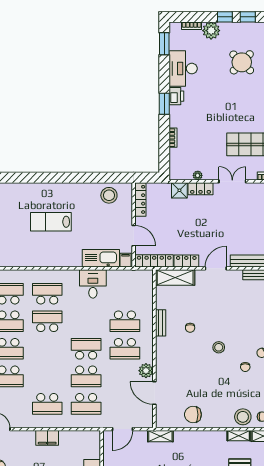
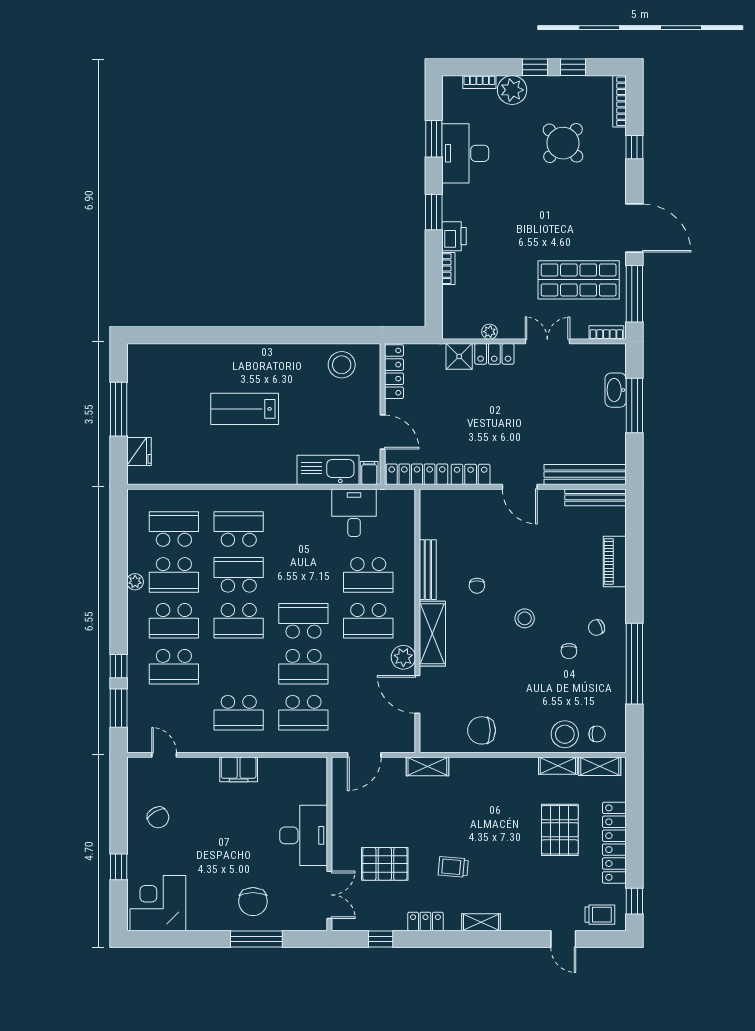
window: (164, 44) -> (434, 139), moved
printer: (176, 96) -> (454, 236), moved
door: (216, 268) -> (520, 487), swing flipped
shelving: (175, 277) -> (432, 634), moved, turned 90
desk: (93, 284) -> (354, 513), moved
bench: (161, 323) -> (428, 570), width x1.36
school desk: (47, 349) -> (239, 621), added

